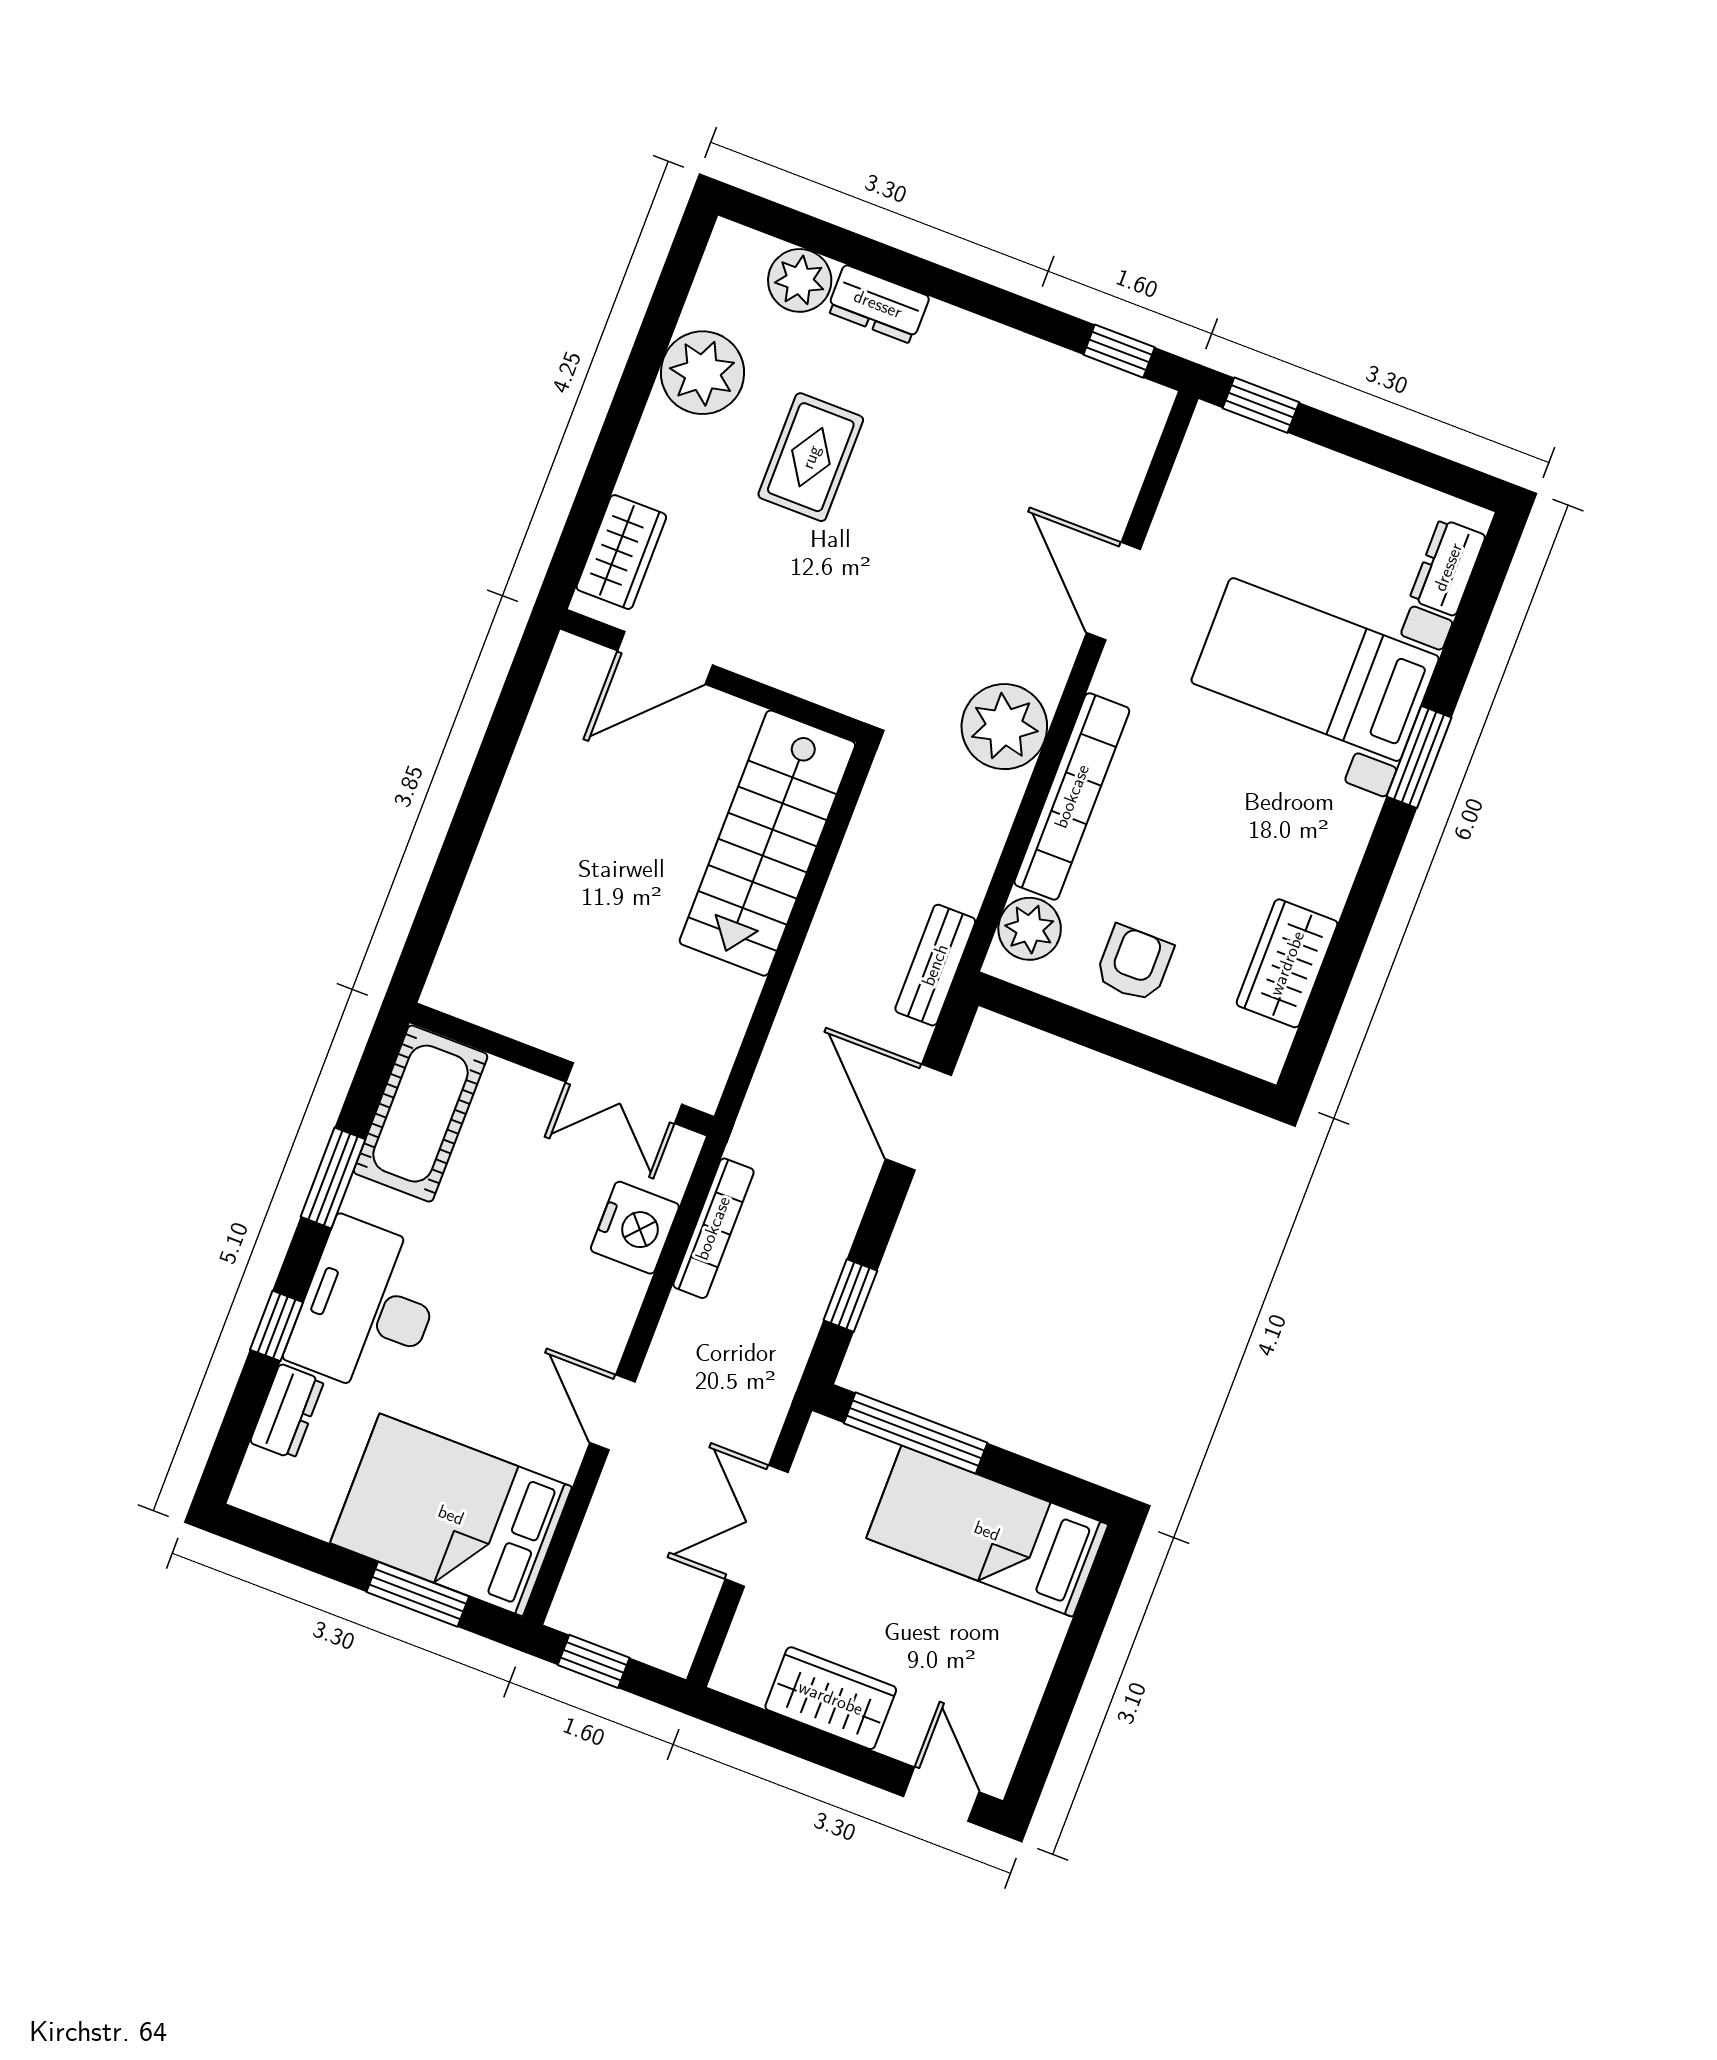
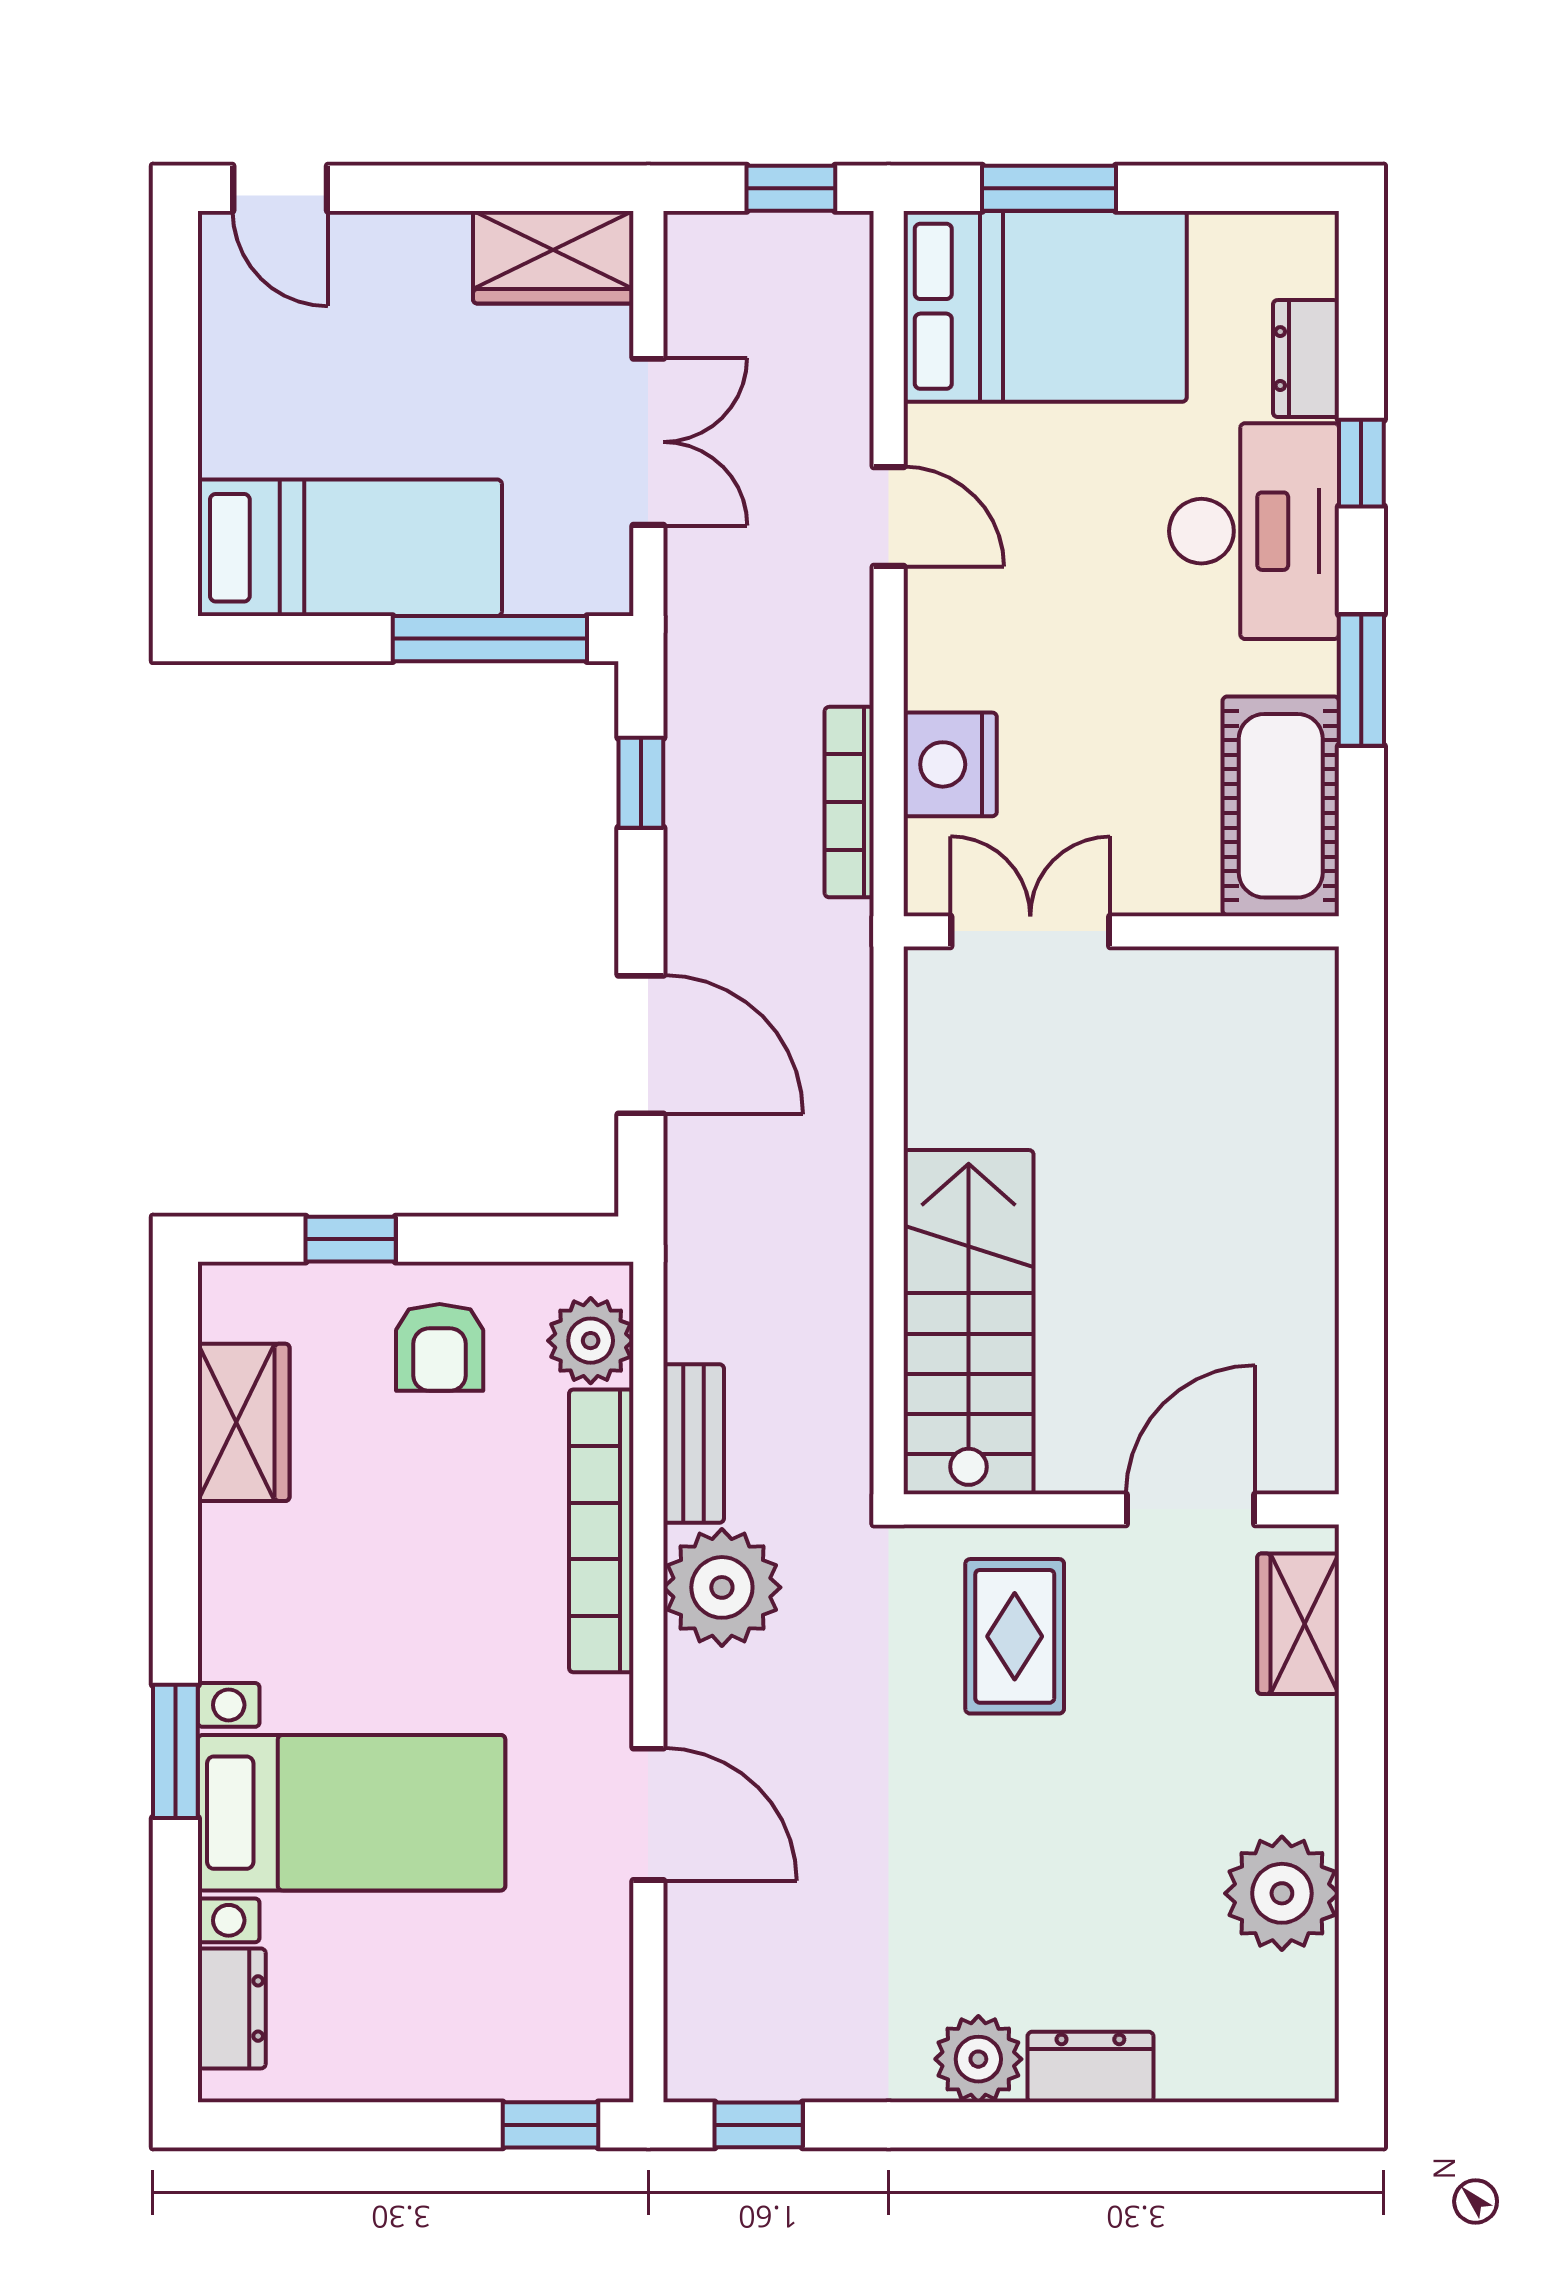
plant: (800, 280) -> (978, 2059), moved
rug: (811, 457) -> (1015, 1636), moved
bench: (935, 965) -> (694, 1443), moved
window: (1167, 1060) -> (351, 1239), added
wardrobe: (831, 1698) -> (553, 257), moved

